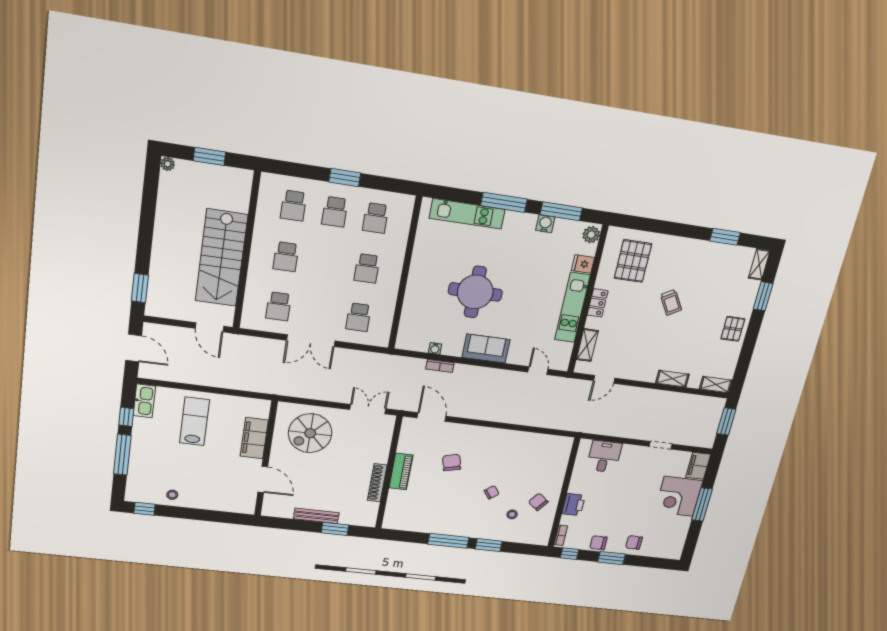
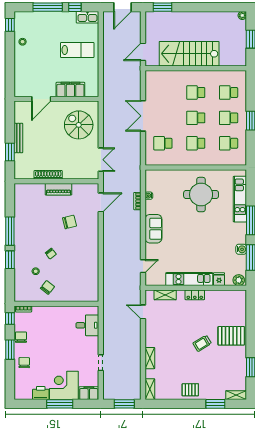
pallet: (633, 261) -> (231, 336), moved
round table: (475, 292) -> (201, 195), moved
school desk: (279, 306) -> (196, 118), moved
printer: (573, 505) -> (41, 393), moved, turned 180

